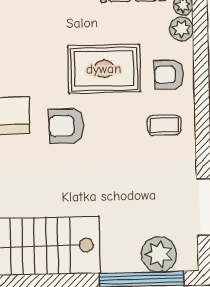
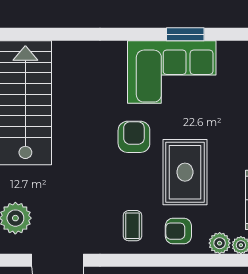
armchair: (169, 75) -> (178, 231), turned -90

